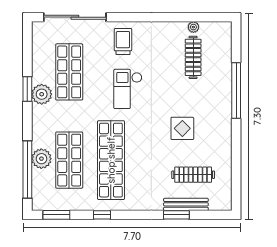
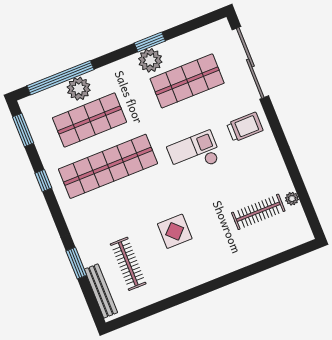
window: (236, 91) -> (241, 274), removed
bench: (186, 204) -> (101, 291), moved

